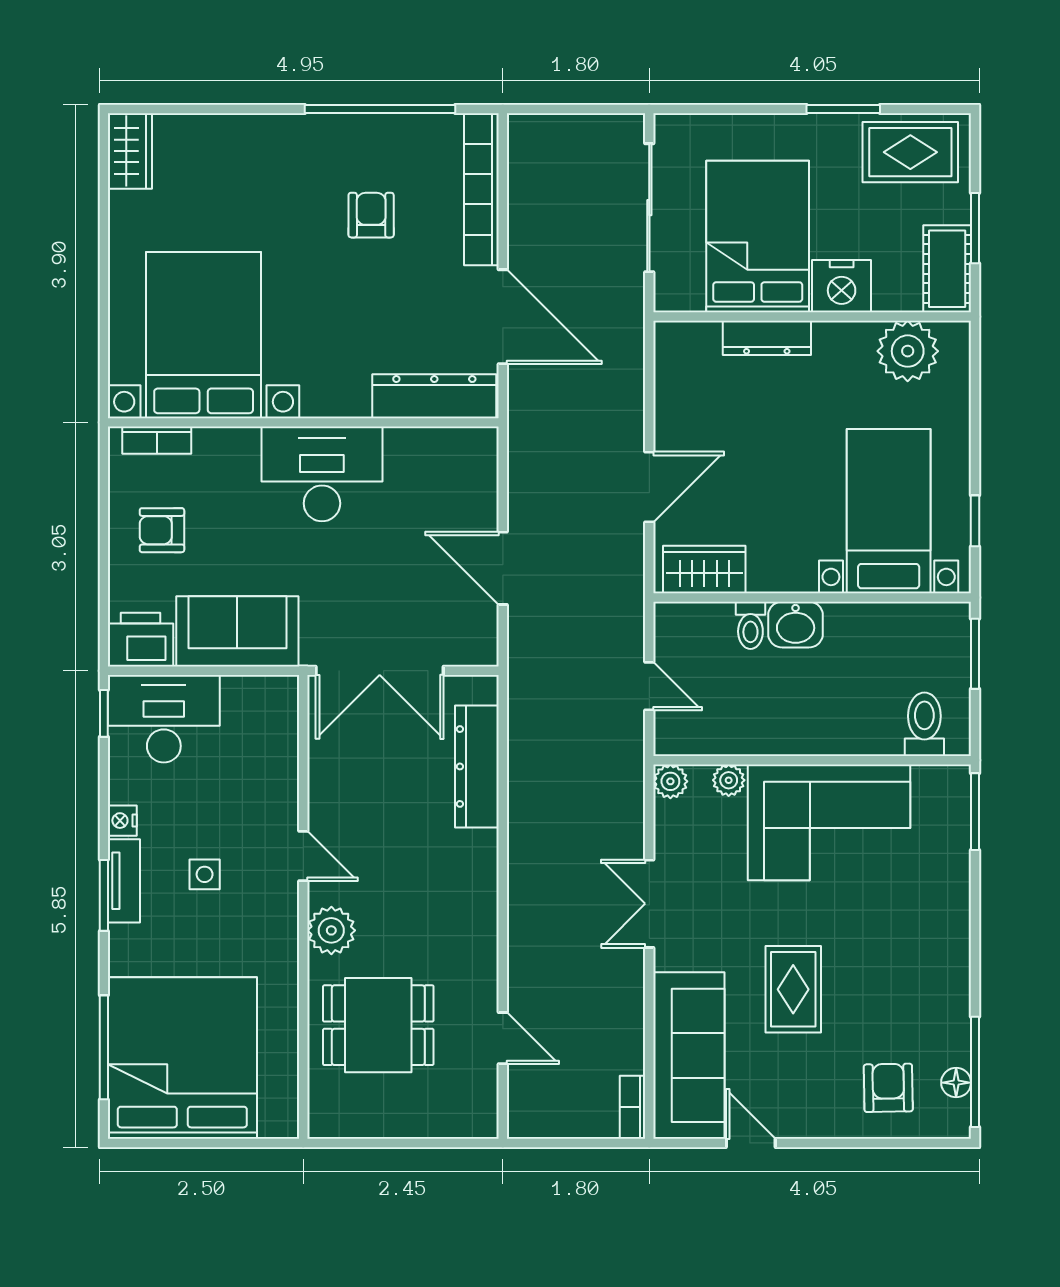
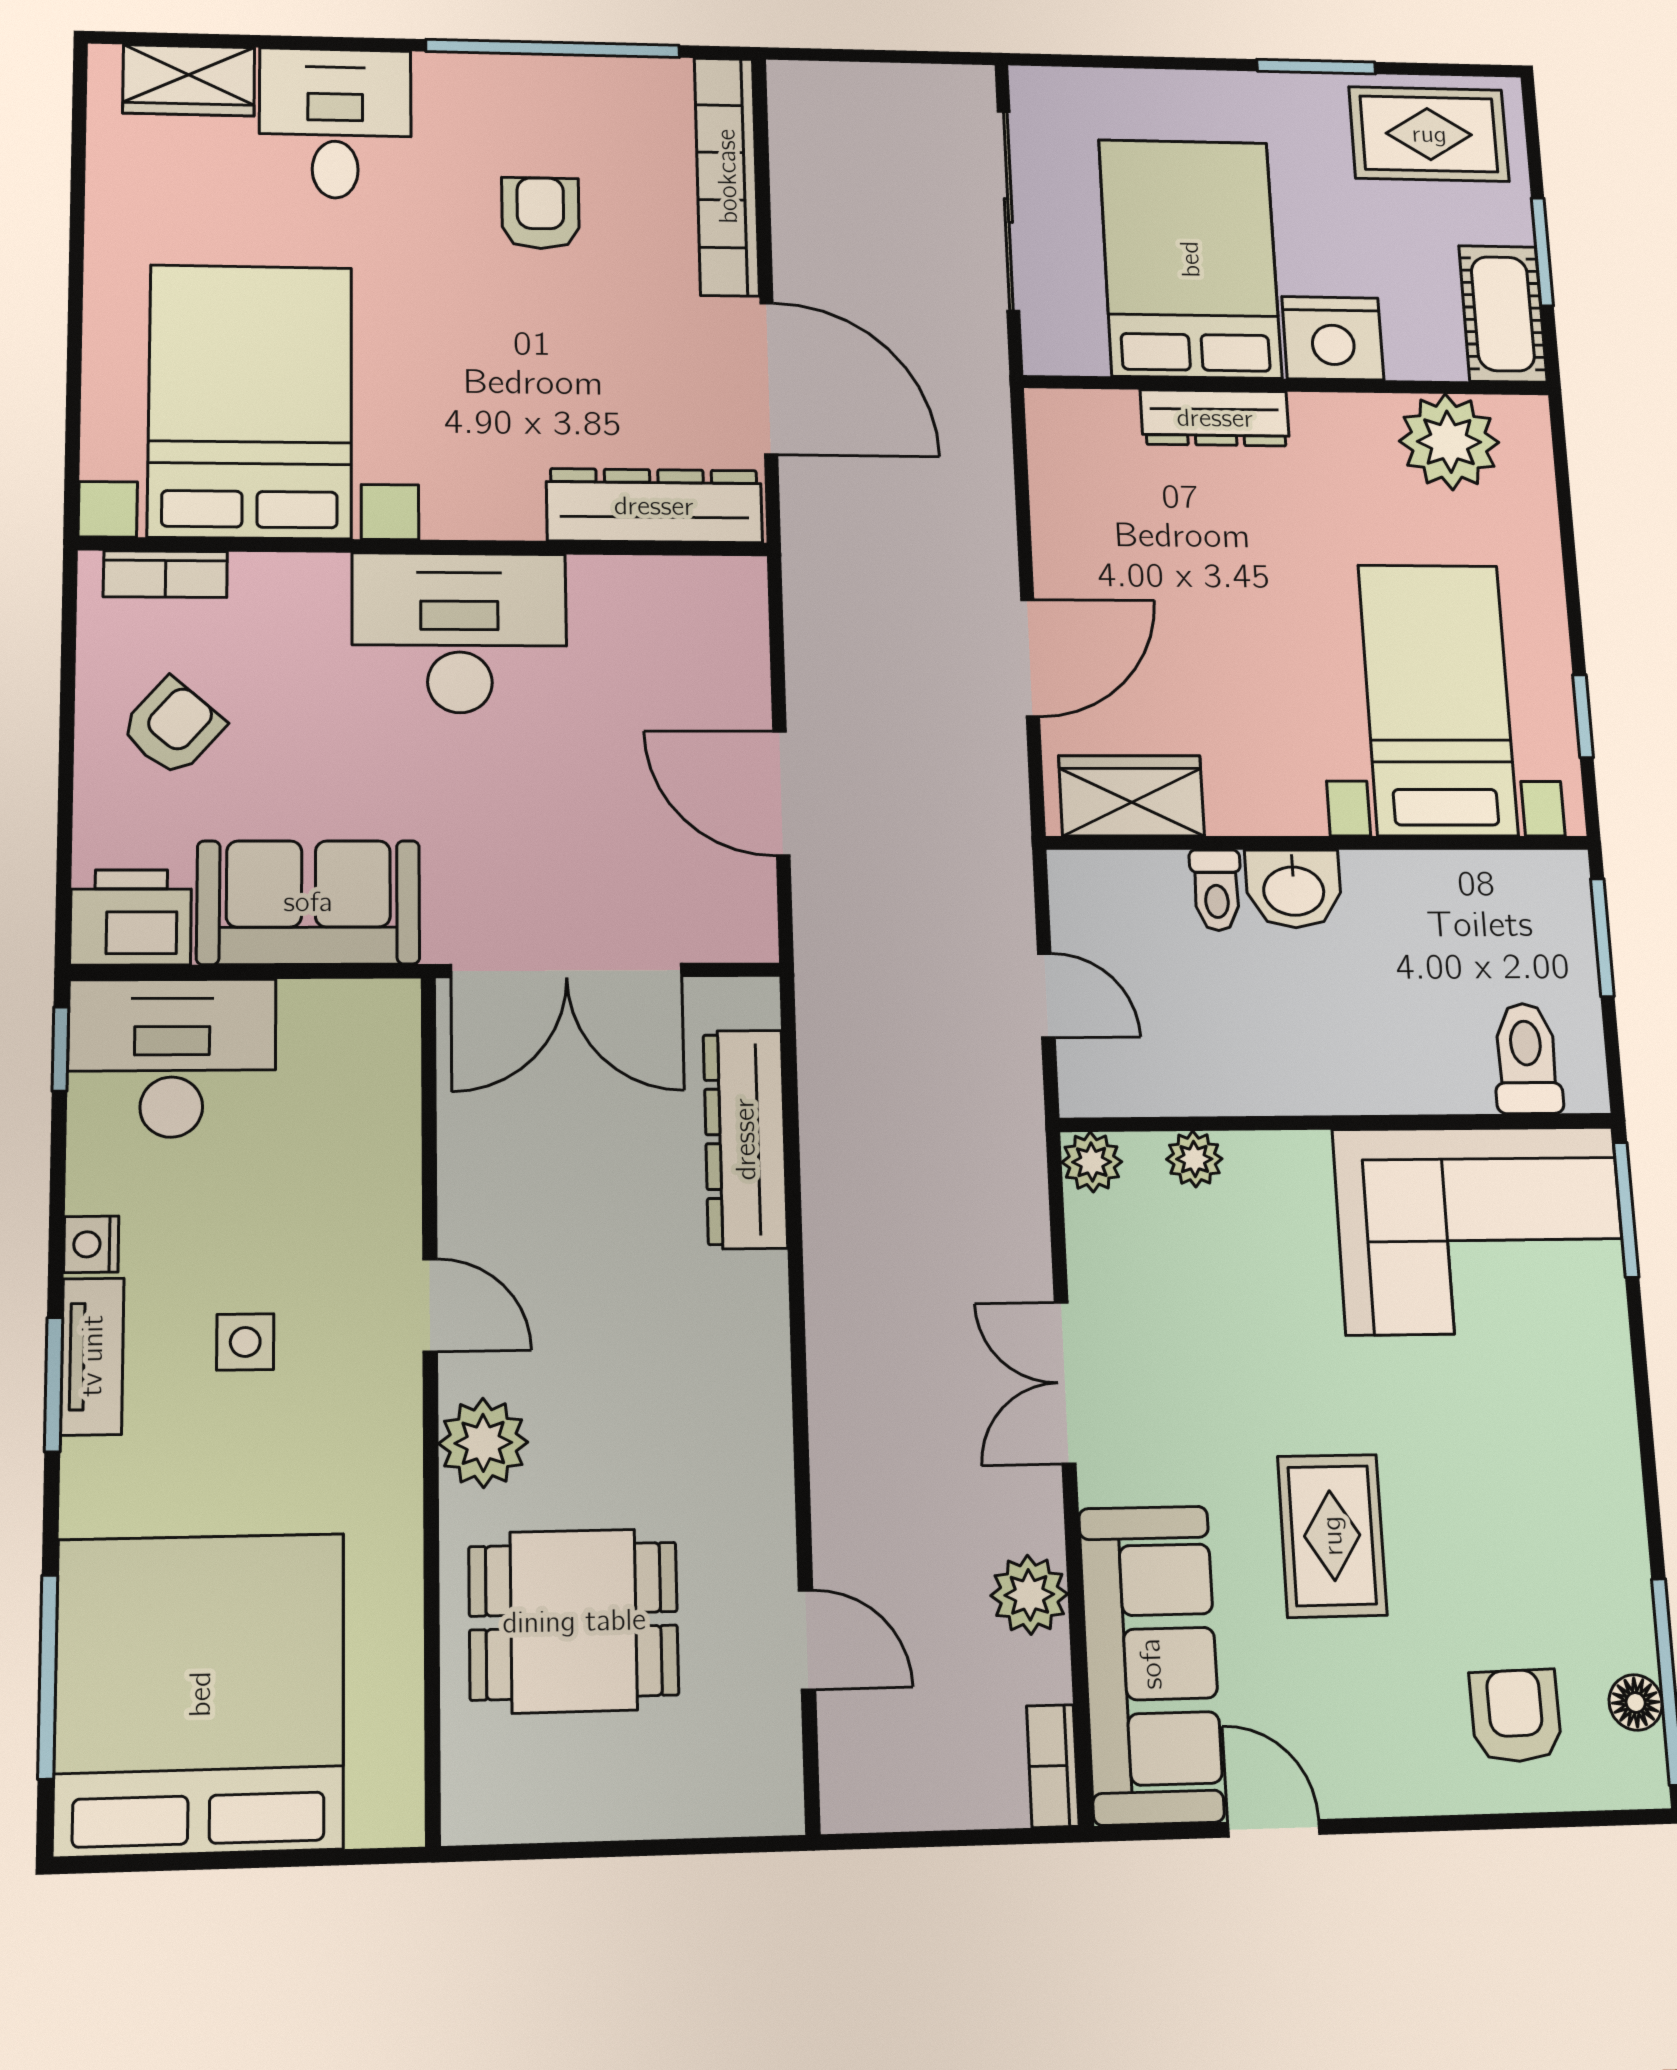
wardrobe: (130, 151) -> (189, 80), moved, turned 90
desk: (252, 161) -> (335, 123), added
armchair: (162, 530) -> (173, 727), turned 131
corner sofa: (829, 822) -> (1480, 1230), moved
plant: (624, 1017) -> (1029, 1595), added

